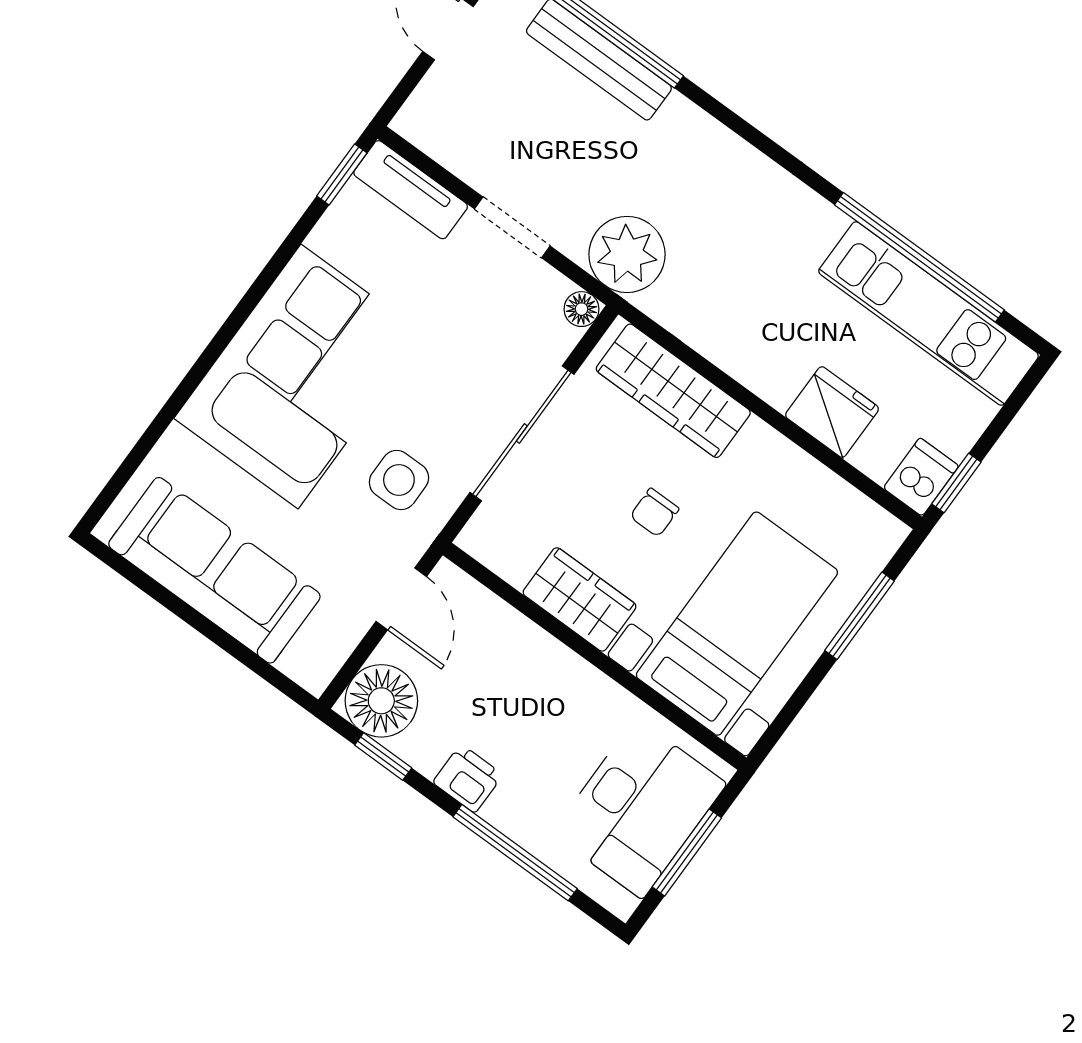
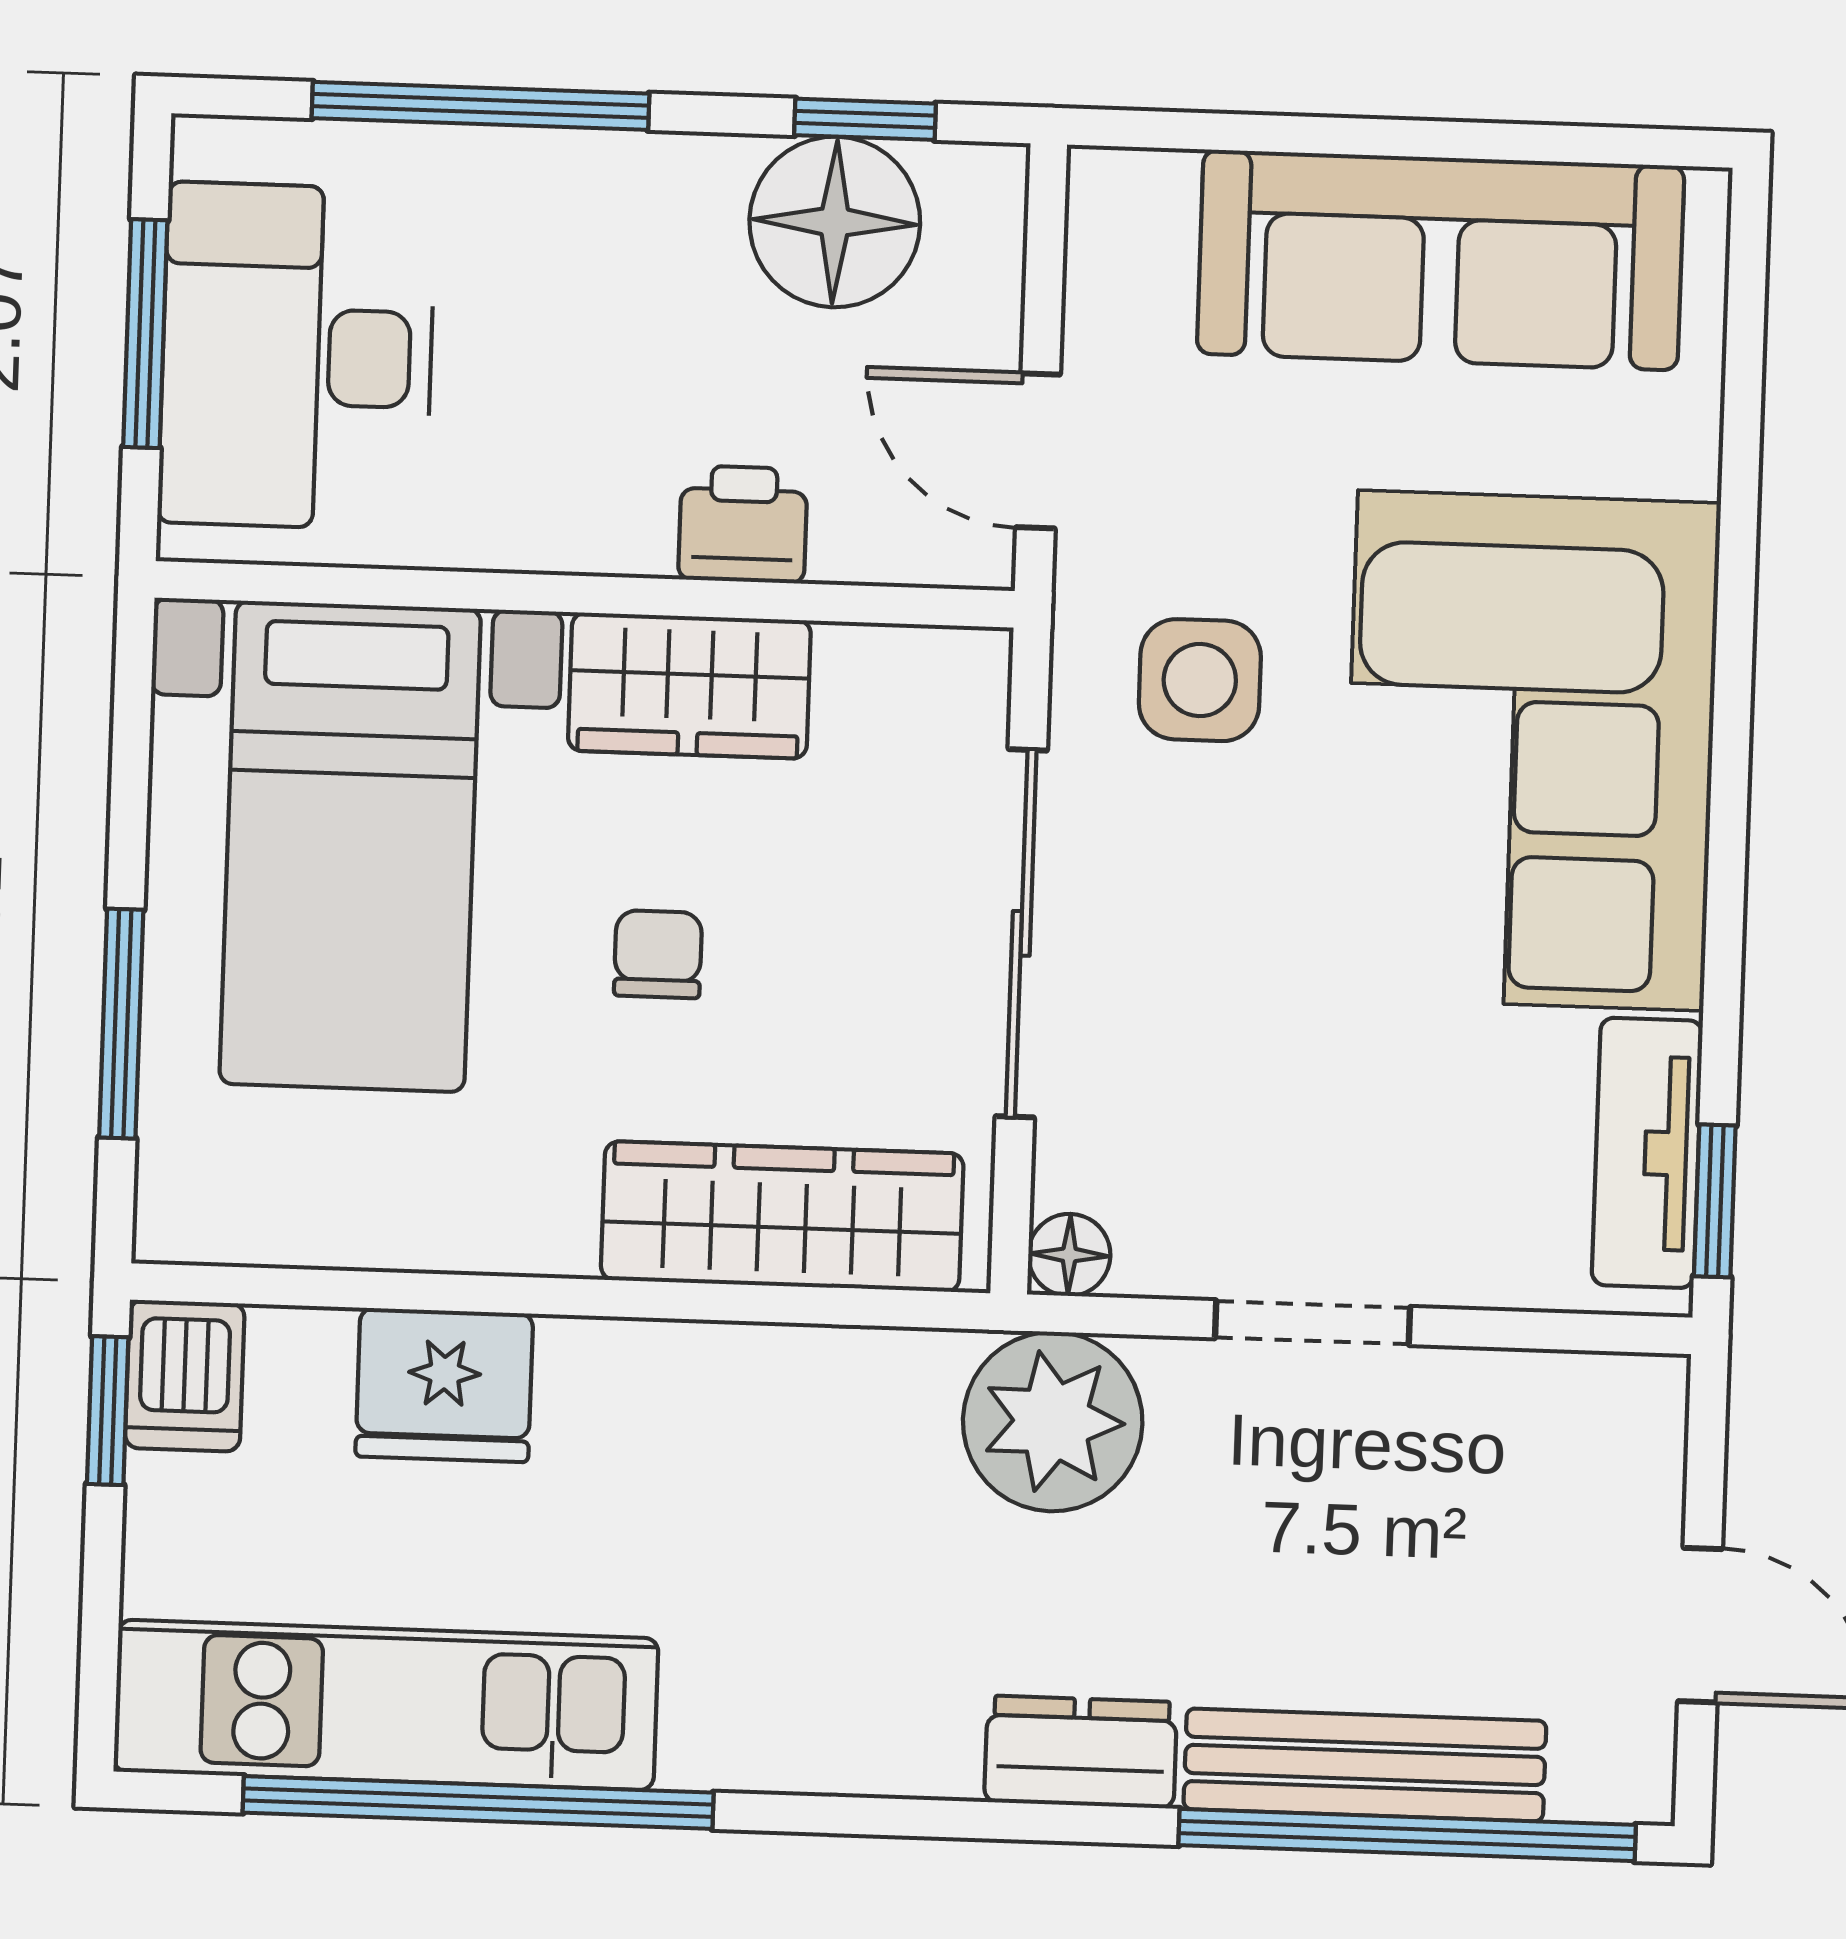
dresser: (696, 132) -> (1081, 1752), added
tv unit: (411, 190) -> (1647, 1153), moved, turned -90
floor lamp: (381, 701) -> (835, 222), moved
printer: (468, 779) -> (743, 524), moved, turned 180

